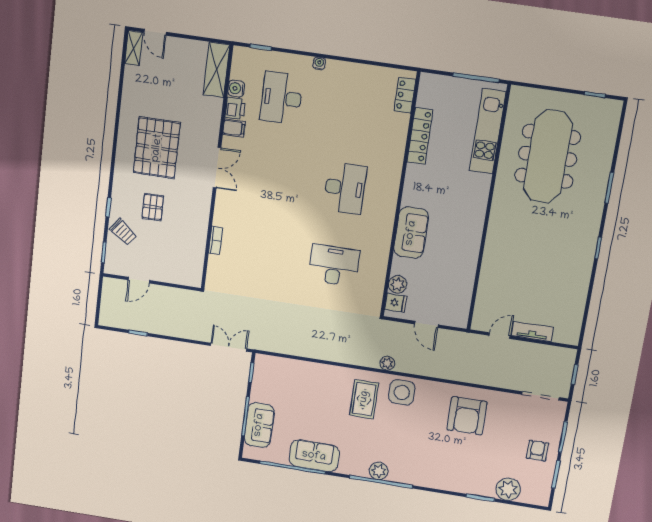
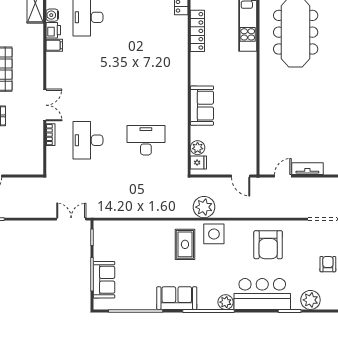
double door: (217, 168) -> (45, 105), moved
desk: (345, 188) -> (88, 140), moved, turned 180
door: (426, 324) -> (241, 176), moved
plant: (387, 363) -> (204, 207), width x1.88, depth x1.88
sofa: (314, 456) -> (177, 298), moved
plant: (379, 471) -> (226, 302), moved
bar counter: (450, 473) -> (262, 294), added

